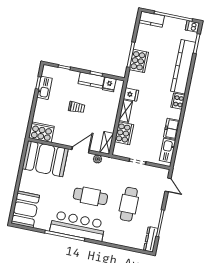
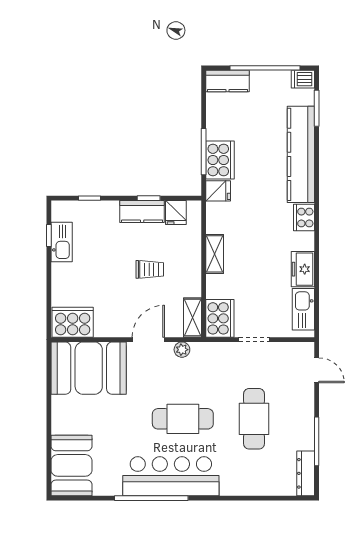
fridge: (131, 94) -> (218, 191), moved
trolley: (77, 107) -> (150, 269), moved
cooker: (124, 133) -> (220, 318), moved

